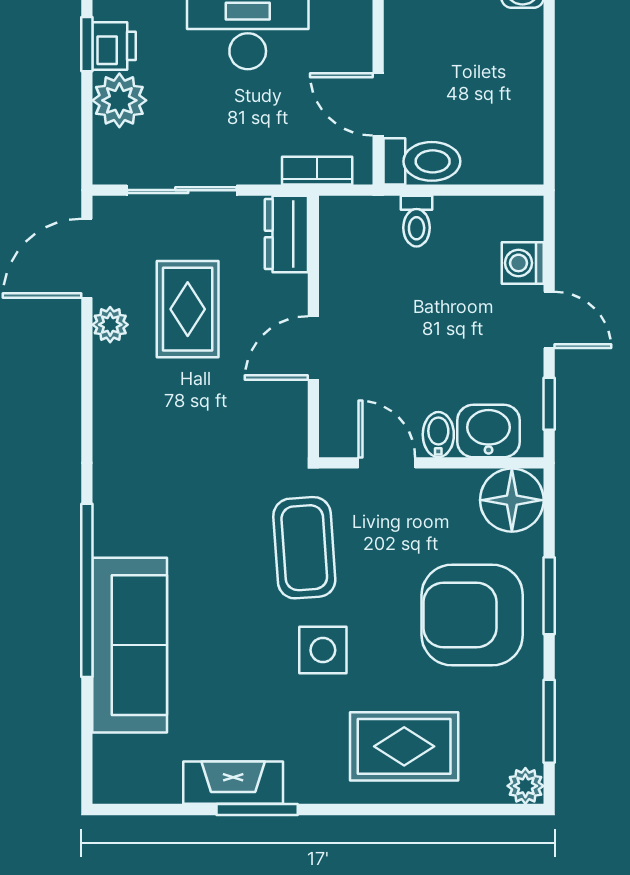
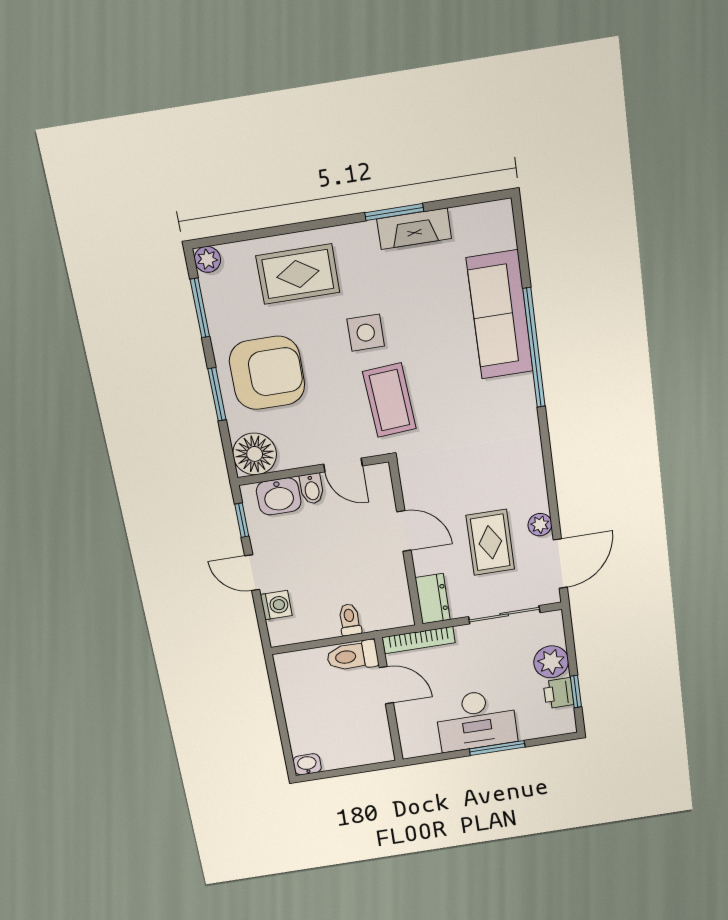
bookcase: (317, 171) -> (419, 640), width x1.56
door: (313, 348) -> (404, 531), hinge flipped

